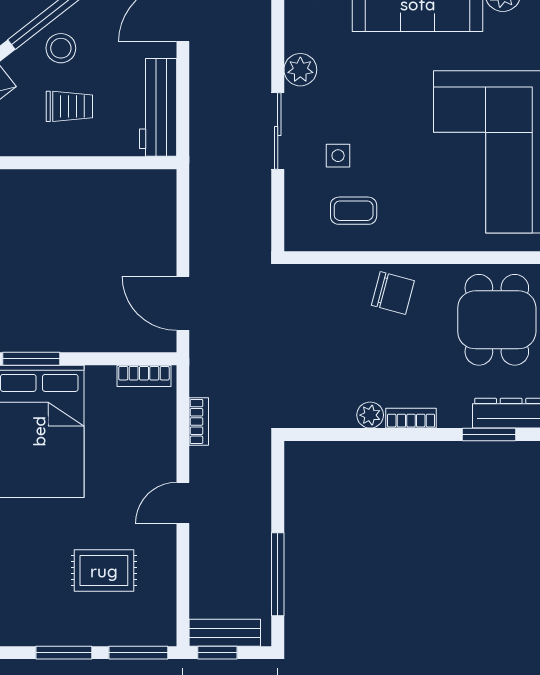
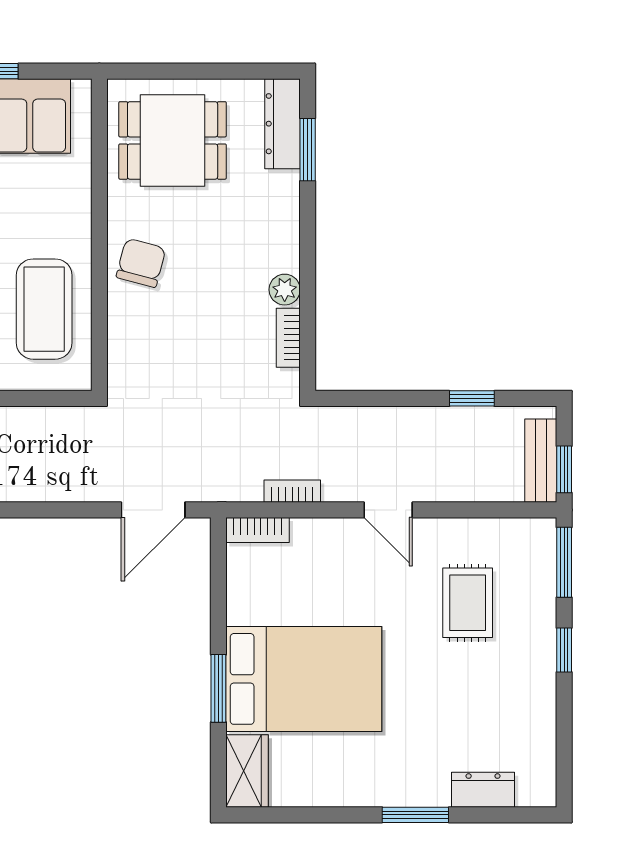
coffee table: (354, 211) -> (44, 309), width x1.86, depth x1.72
bookcase: (144, 376) -> (257, 530), moved, turned 90
bookcase: (411, 418) -> (288, 338), moved
window: (278, 574) -> (472, 398), width x0.46
window: (64, 653) -> (564, 650), width x0.67

